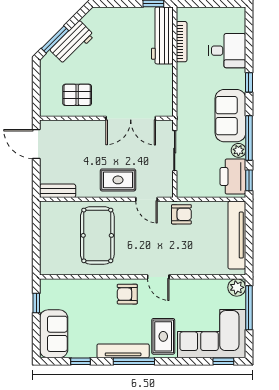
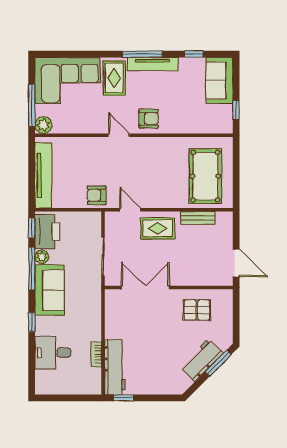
bookcase: (182, 42) -> (96, 354), width x0.64
bench: (58, 191) -> (198, 218), moved
pool table: (97, 235) -> (205, 176), moved
window: (223, 361) -> (56, 54), removed

